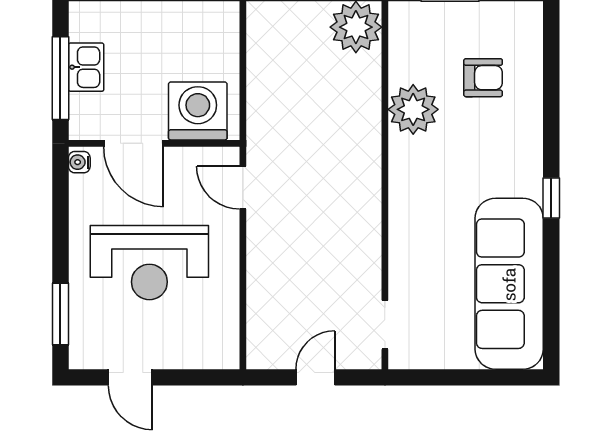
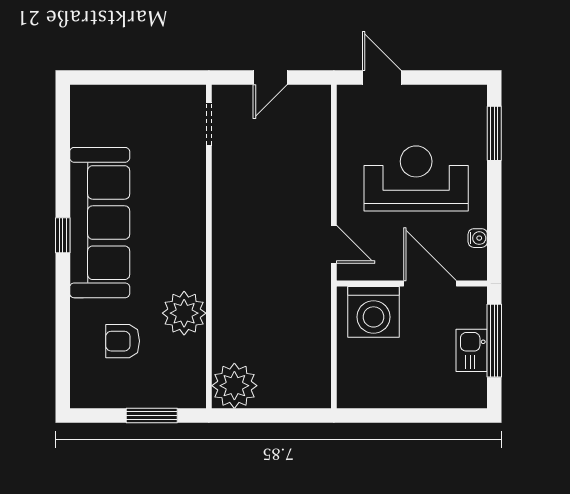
water cooler: (79, 162) -> (478, 238), moved
sofa: (509, 284) -> (100, 223), moved
door: (130, 377) -> (382, 78), moved

